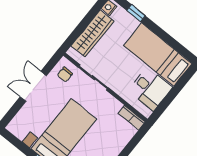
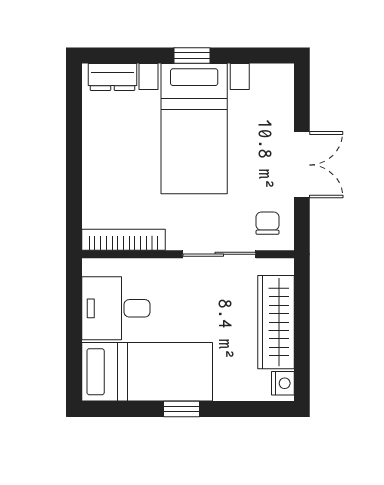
window: (136, 13) -> (181, 409), moved
bookcase: (132, 118) -> (124, 240), width x1.56

